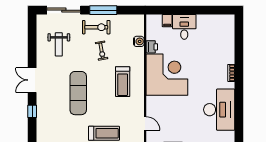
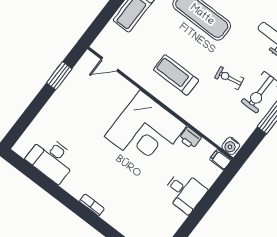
filing cabinet: (167, 21) -> (220, 160), moved
water cooler: (139, 41) -> (231, 146), moved
desk: (219, 110) -> (52, 159), width x0.73, depth x0.77

